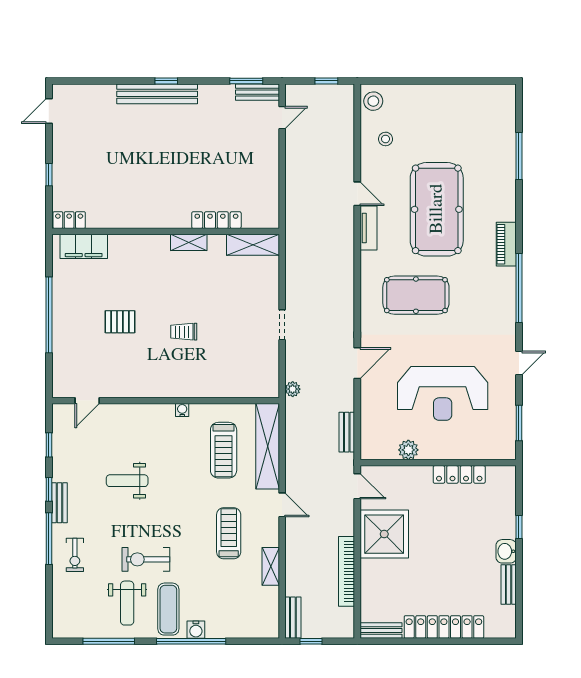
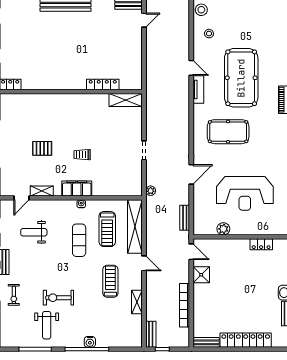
shelving: (189, 242) -> (42, 191), moved
filing cabinet: (84, 246) -> (77, 188), moved, turned 180
locker: (459, 474) -> (261, 244), width x0.66
weight bench: (127, 481) -> (34, 232), moved
shower: (384, 534) -> (201, 275), width x0.54, depth x0.54
exercise mat: (168, 609) -> (79, 240), moved

